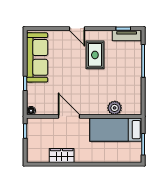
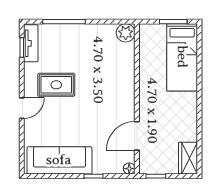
plant: (115, 108) -> (126, 33), moved
door: (69, 116) -> (137, 136), moved
bed: (116, 130) -> (182, 57), moved
wardrobe: (62, 156) -> (188, 158), moved

